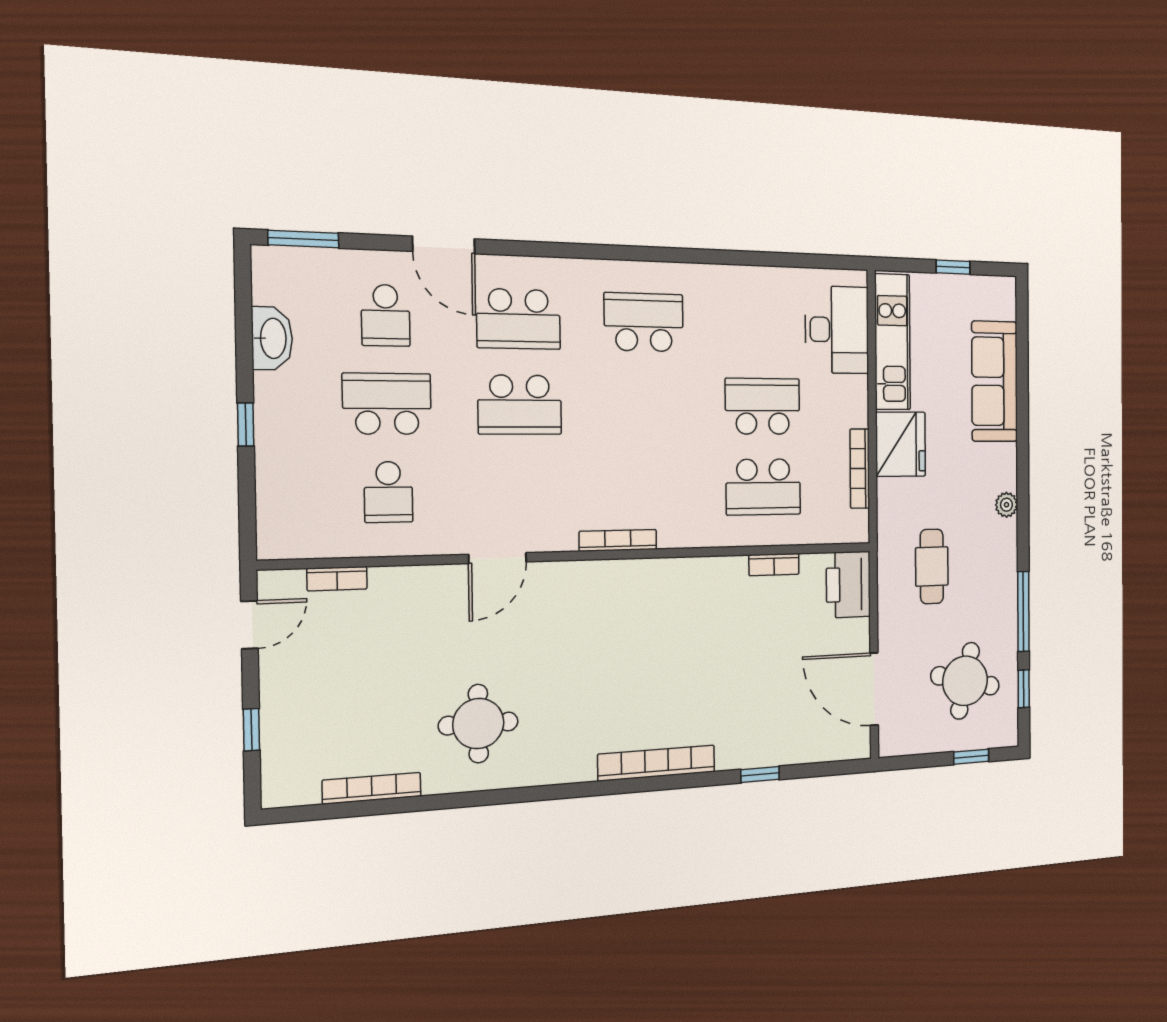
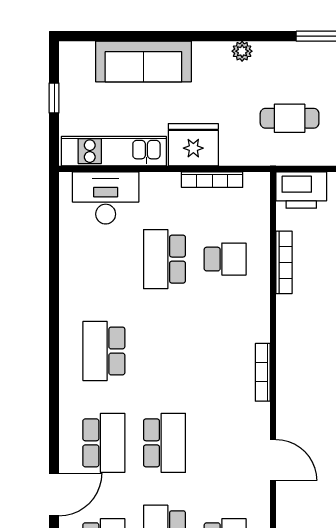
school desk: (763, 487) -> (225, 259), width x0.54
bookcase: (774, 565) -> (284, 262), width x1.56

